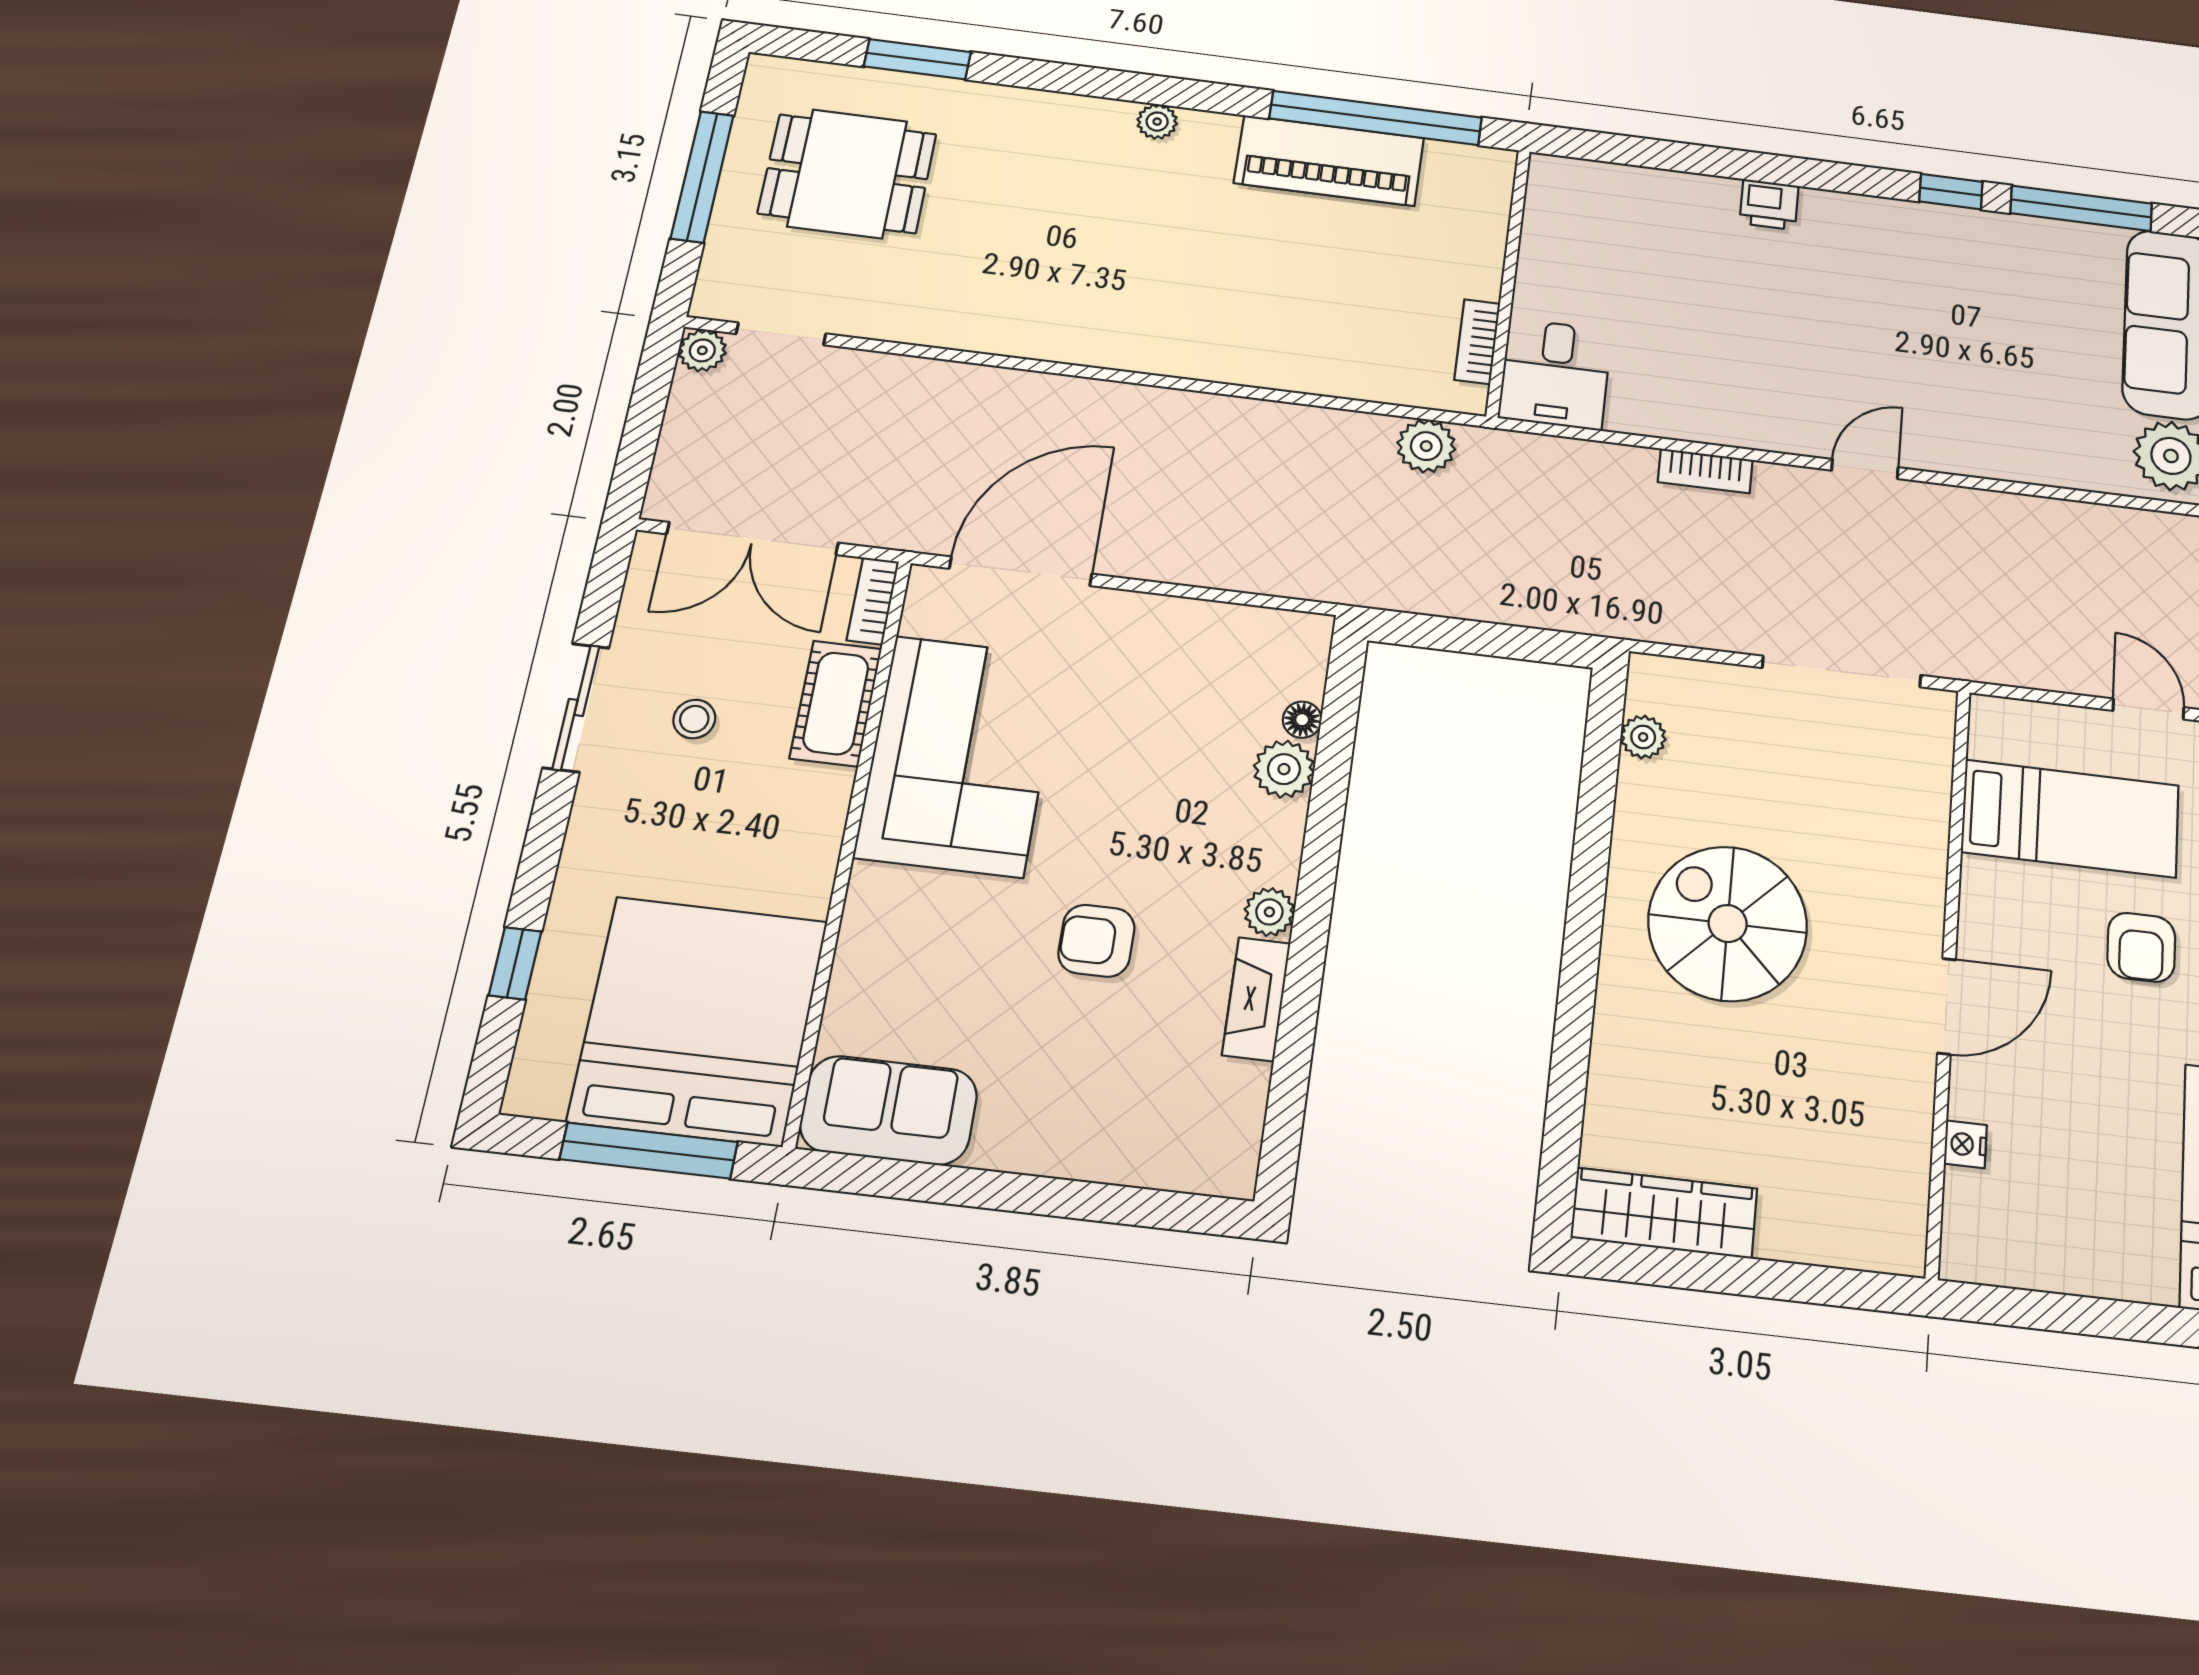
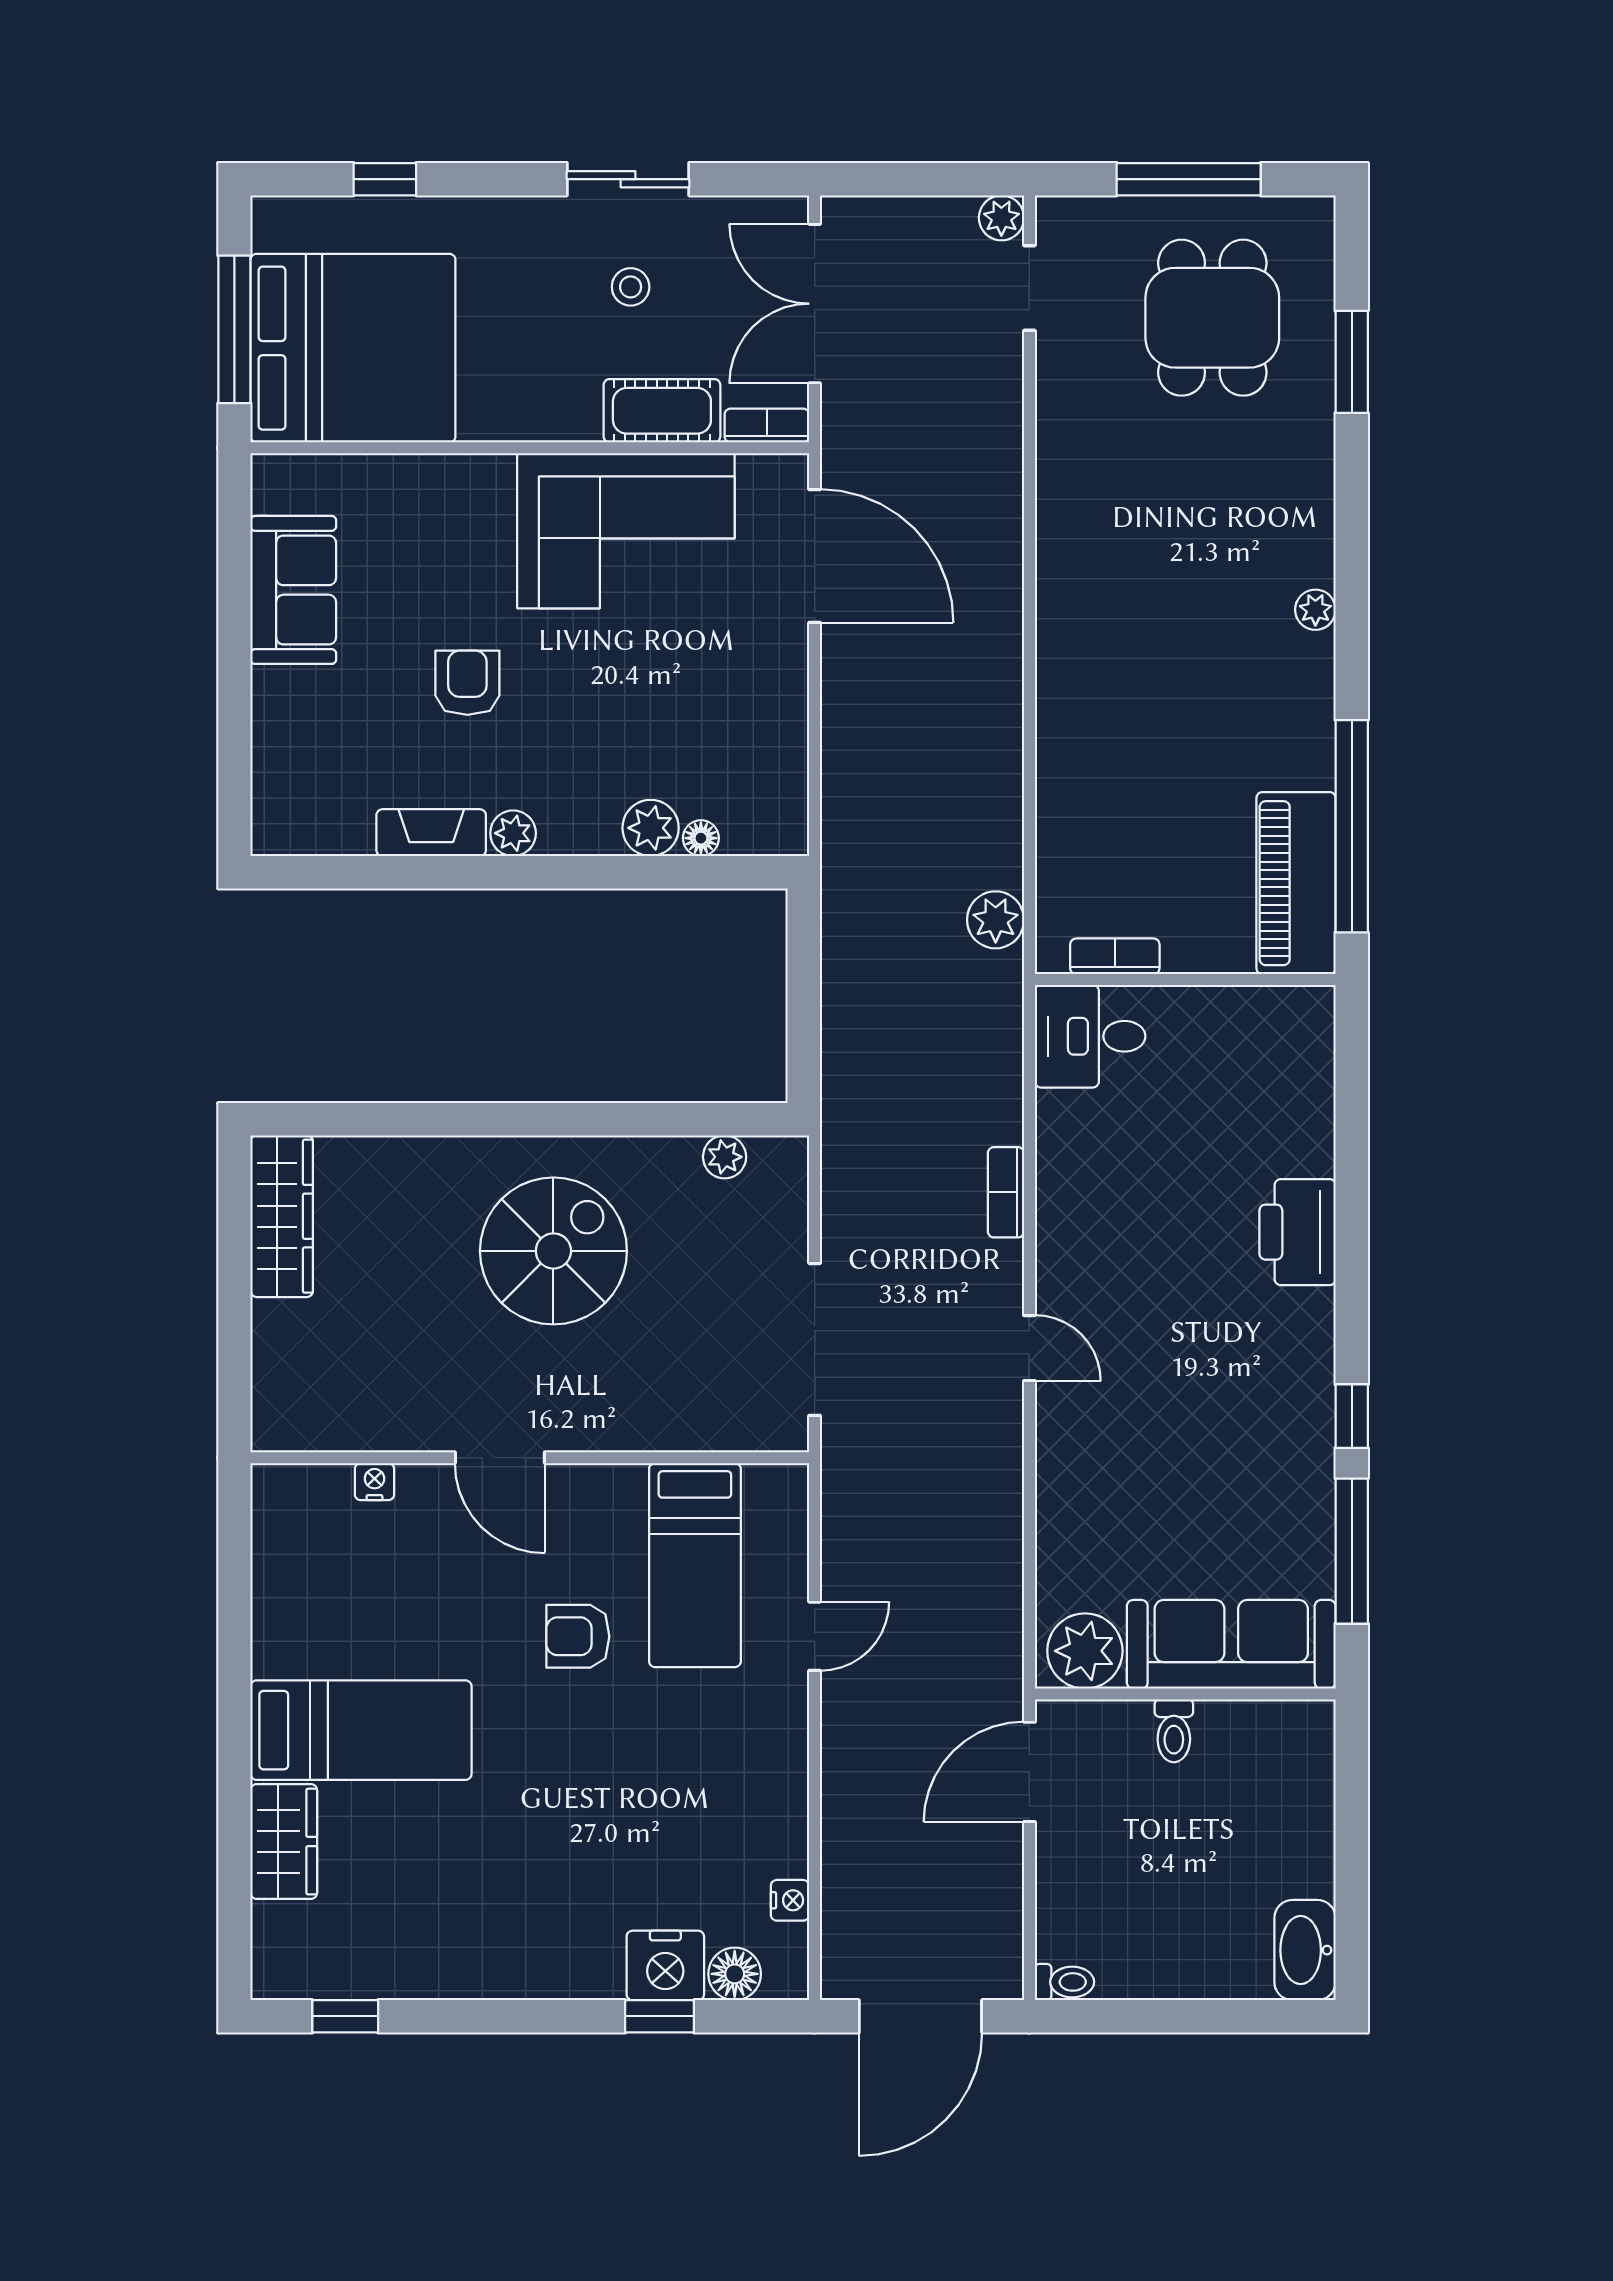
piano: (1329, 161) -> (1296, 883), moved
printer: (1769, 205) -> (1298, 1232), width x1.87, depth x1.48
sofa: (889, 1110) -> (293, 590), moved

